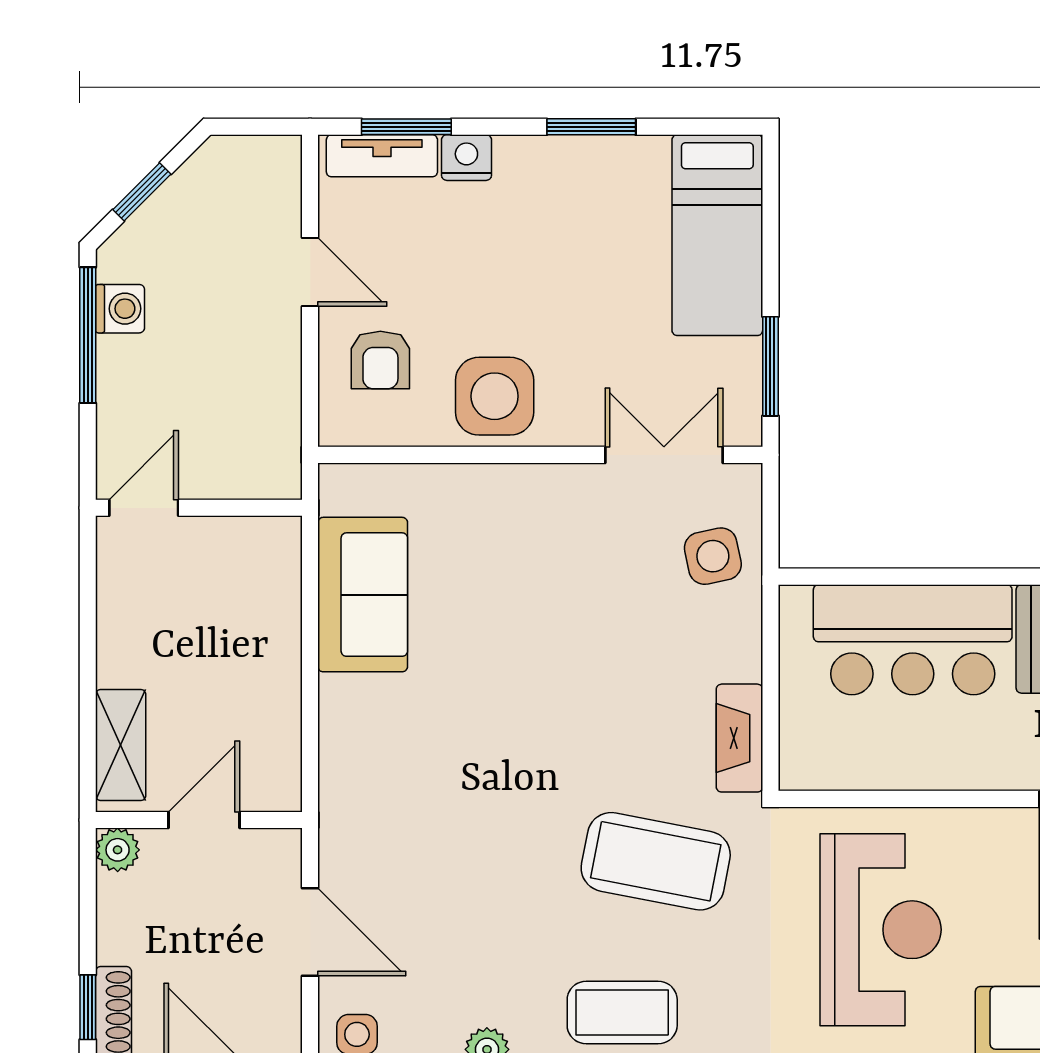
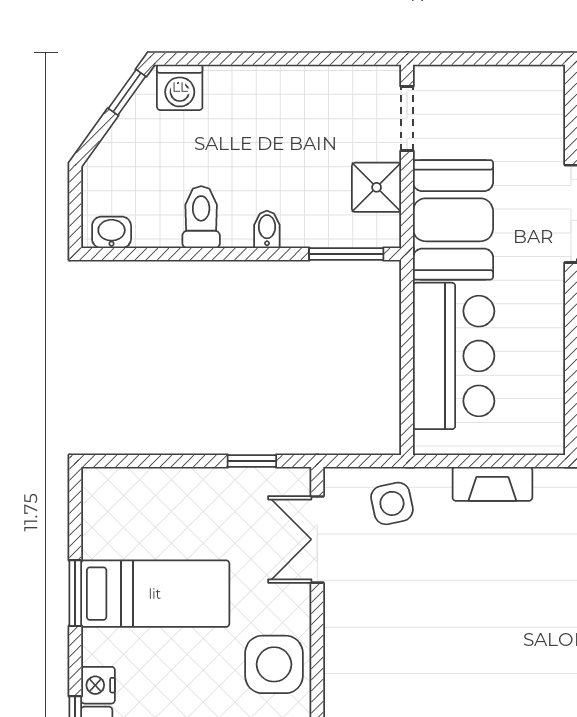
bed: (717, 235) -> (155, 594), moved
window: (770, 366) -> (252, 461), width x0.67
fireplace: (739, 738) -> (492, 484), moved

